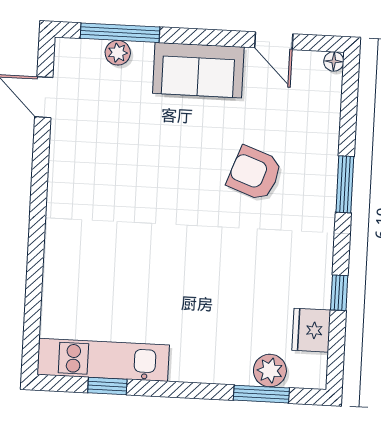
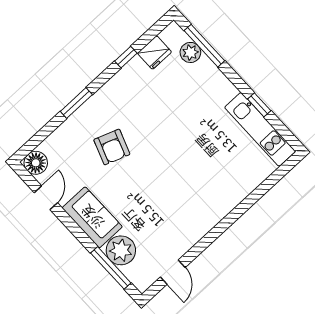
plant: (118, 53) -> (121, 250), width x1.87, depth x1.87
floor lamp: (334, 61) -> (36, 163), width x1.89, depth x1.89
window: (107, 386) -> (259, 105), moved
window: (261, 394) -> (204, 46), width x1.44

